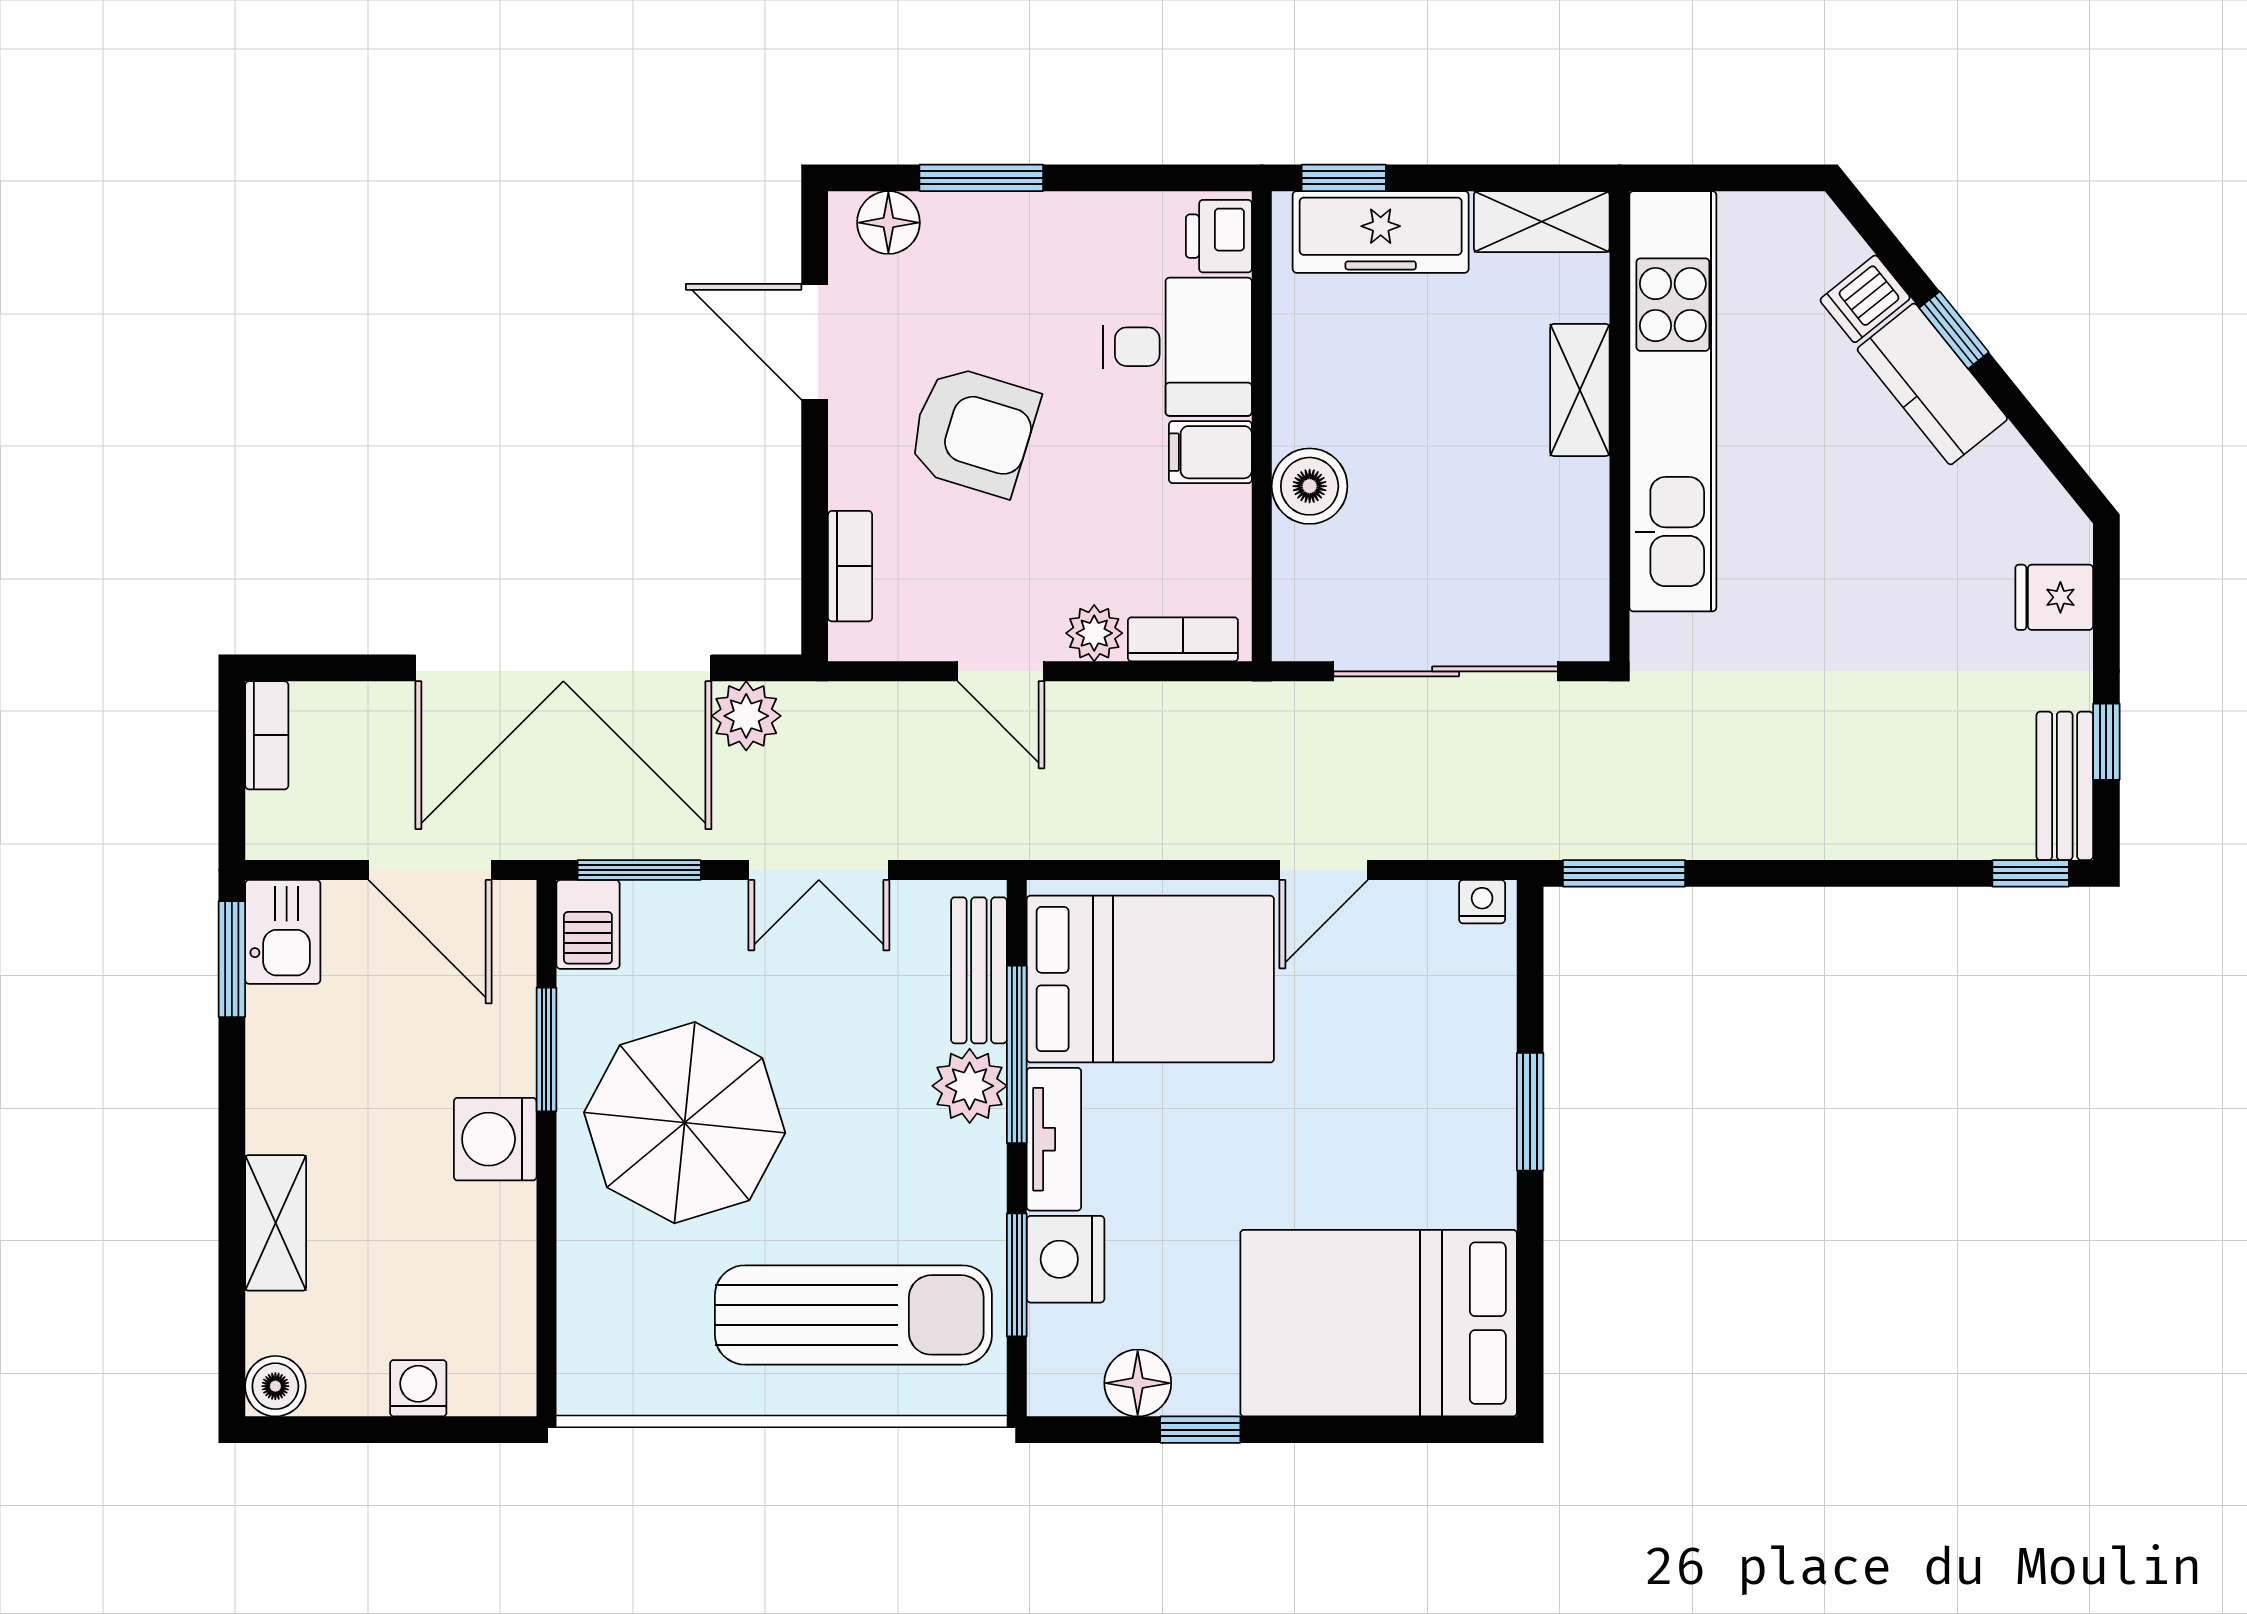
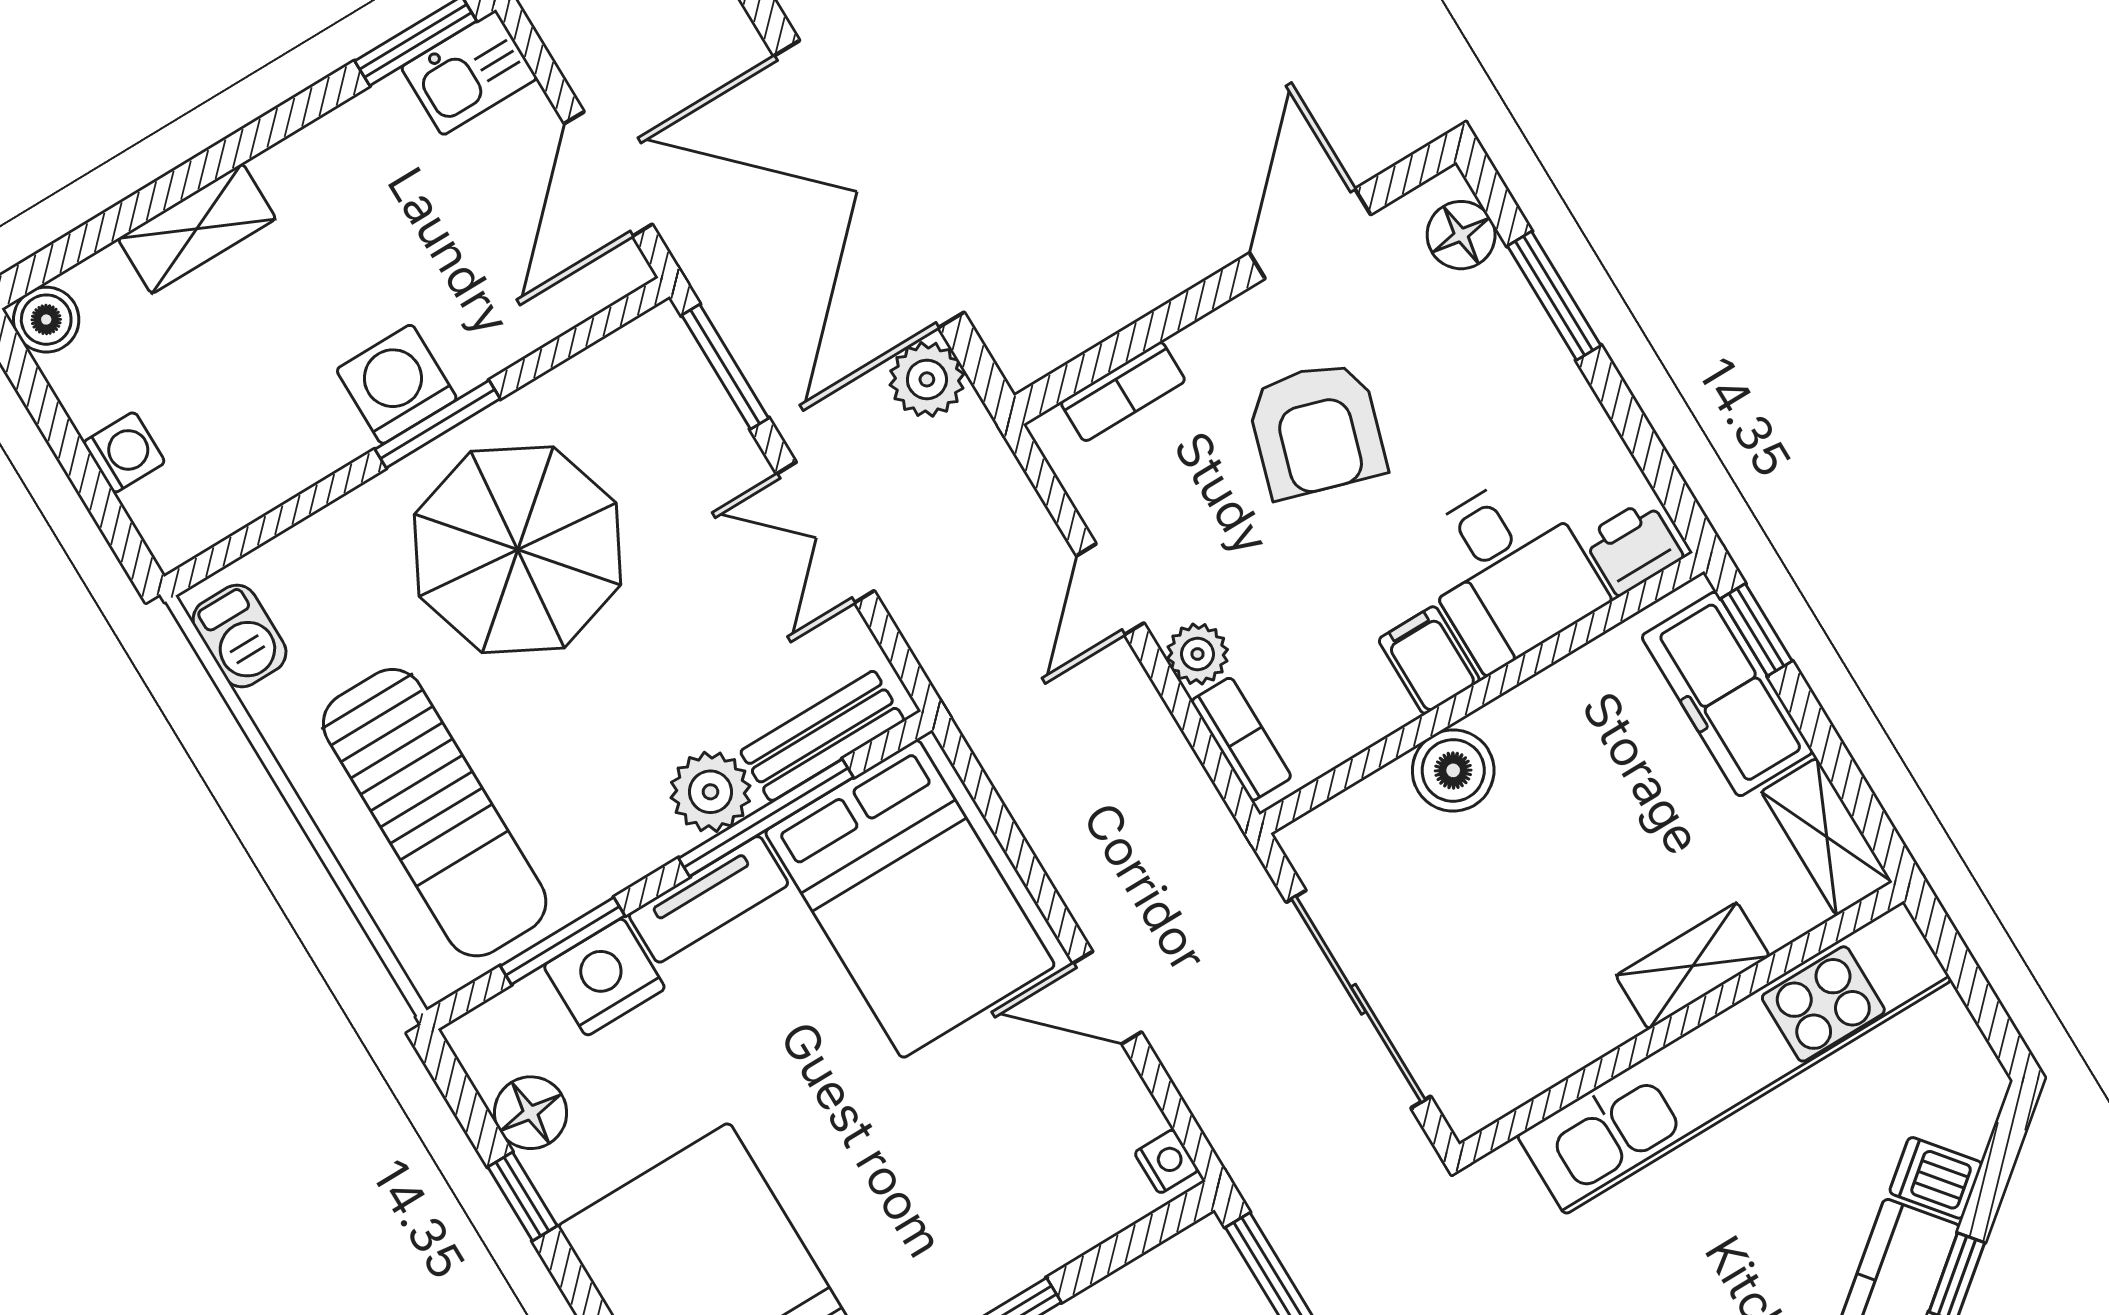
barbecue: (588, 924) -> (240, 636), moved, turned -90
window: (546, 1049) -> (438, 424), moved

